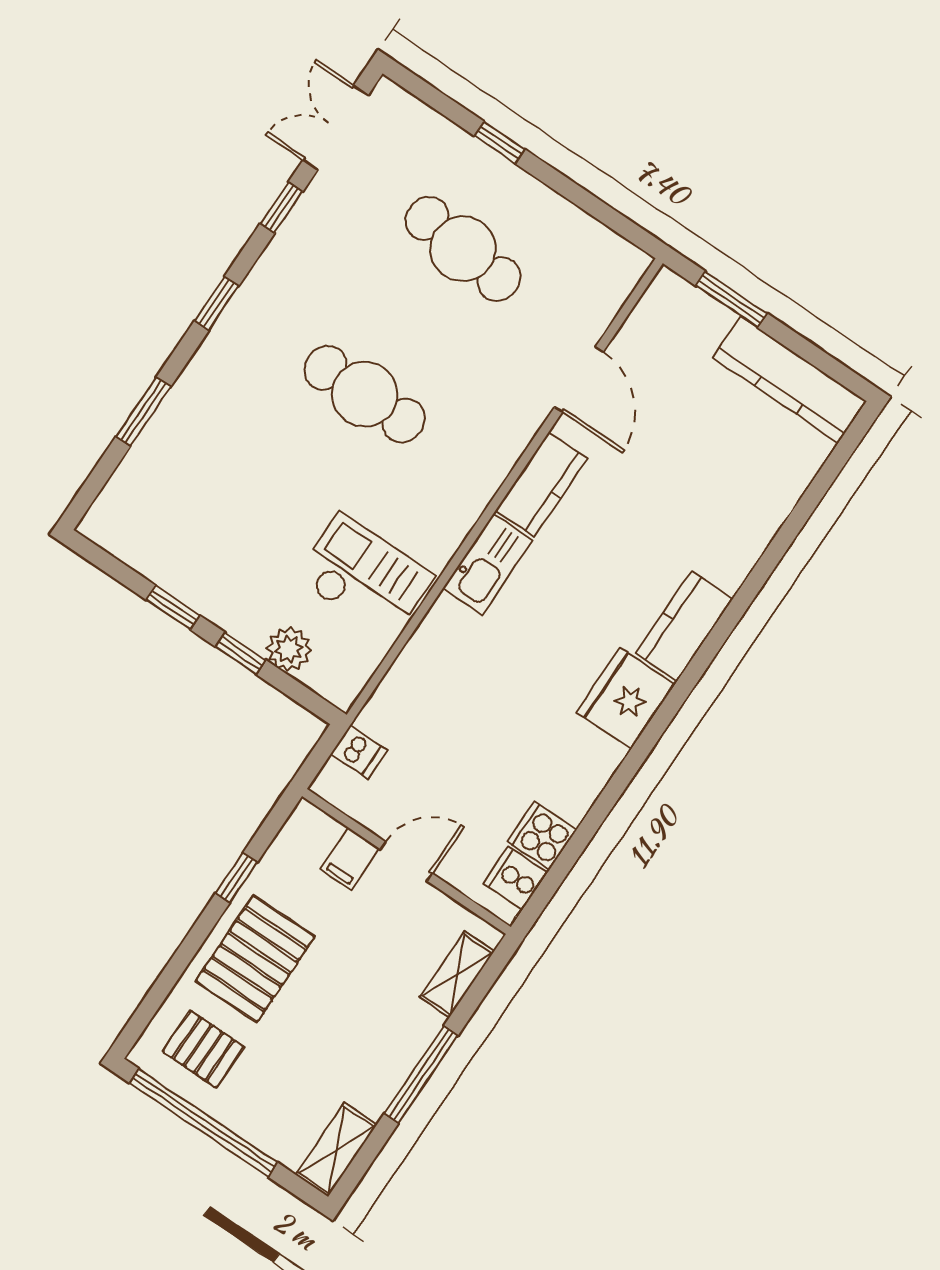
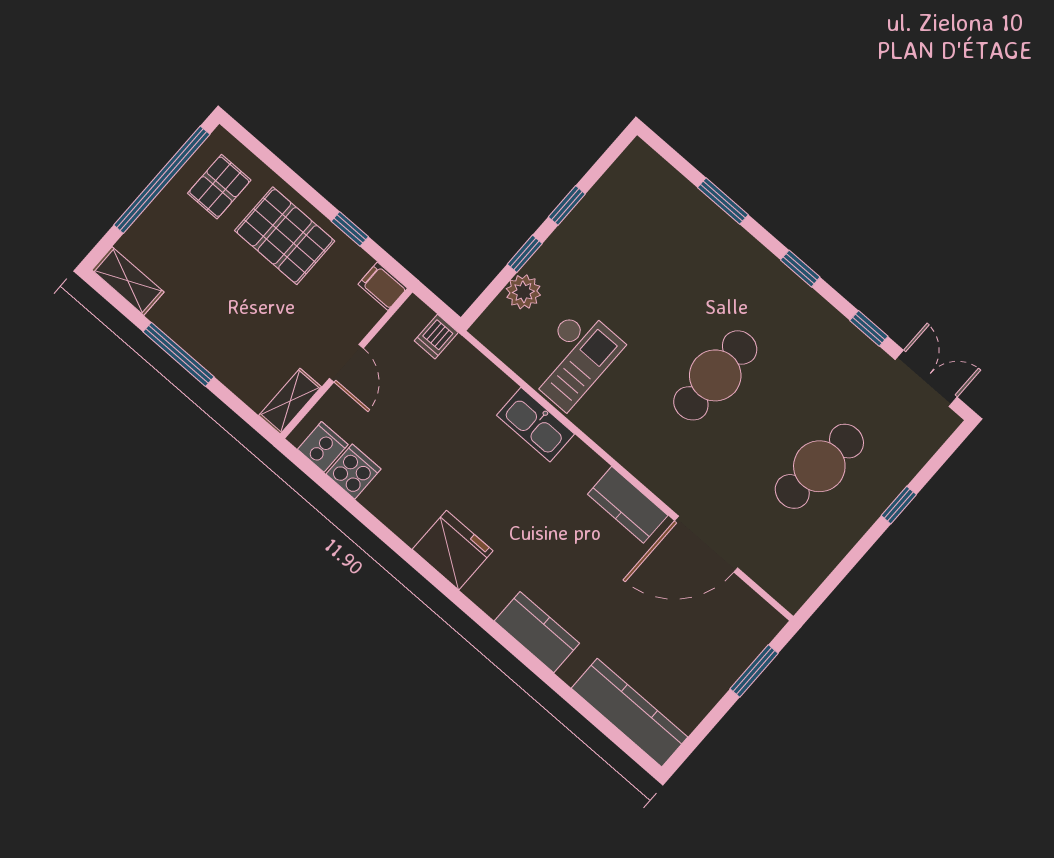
door: (579, 379) -> (706, 544), width x1.36
kitchen counter: (790, 380) -> (630, 713), moved, turned 90
kitchen sink: (488, 564) -> (535, 425), moved
kitchen counter: (684, 626) -> (537, 632), moved
filing cabinet: (350, 859) -> (383, 286), moved
shelving: (457, 974) -> (290, 401), moved, turned 90

